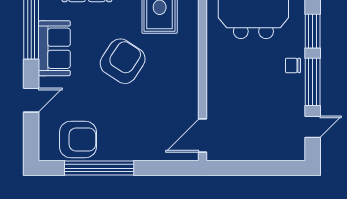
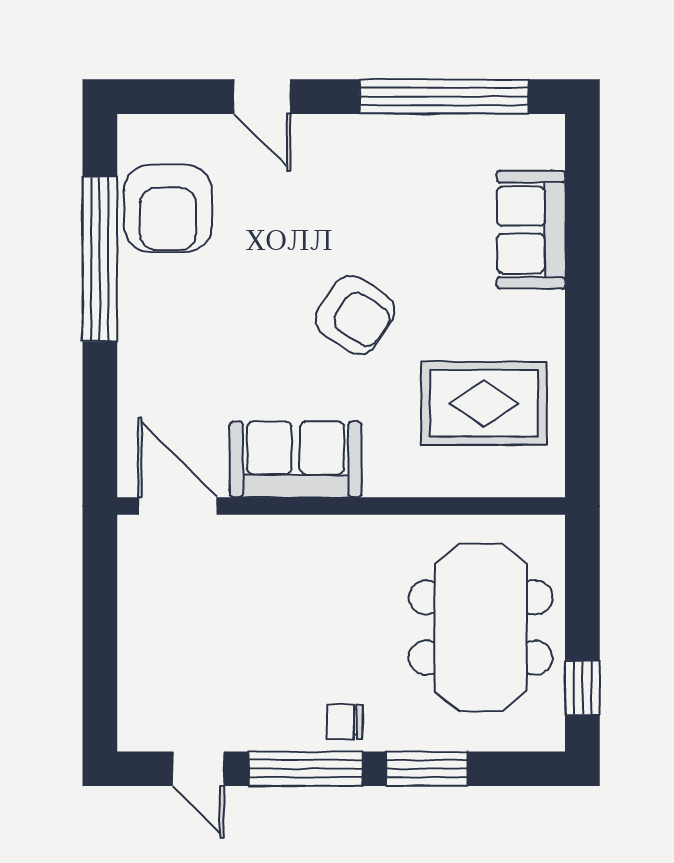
sofa: (54, 48) -> (296, 459), moved, turned 180
armchair: (123, 61) -> (355, 315), width x0.73, depth x0.73
chair: (293, 65) -> (345, 722), turned -90

